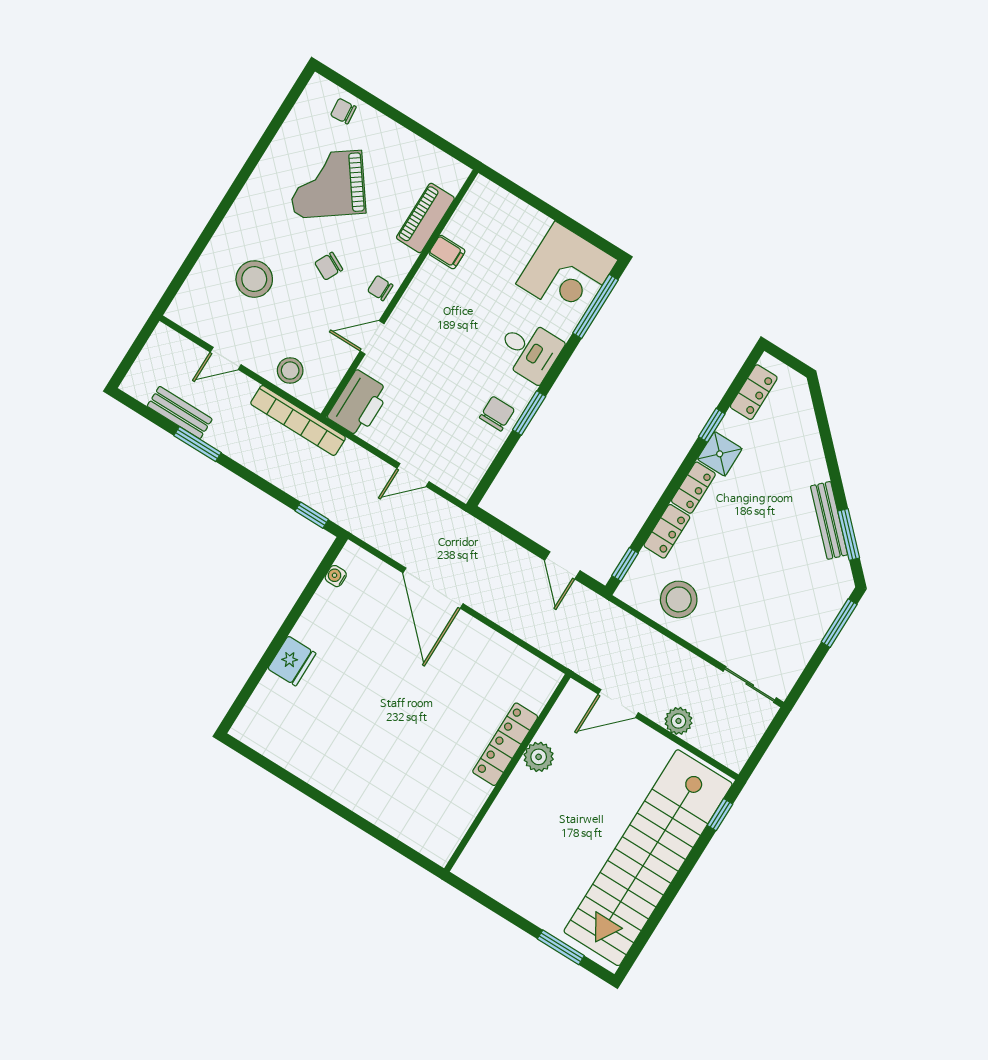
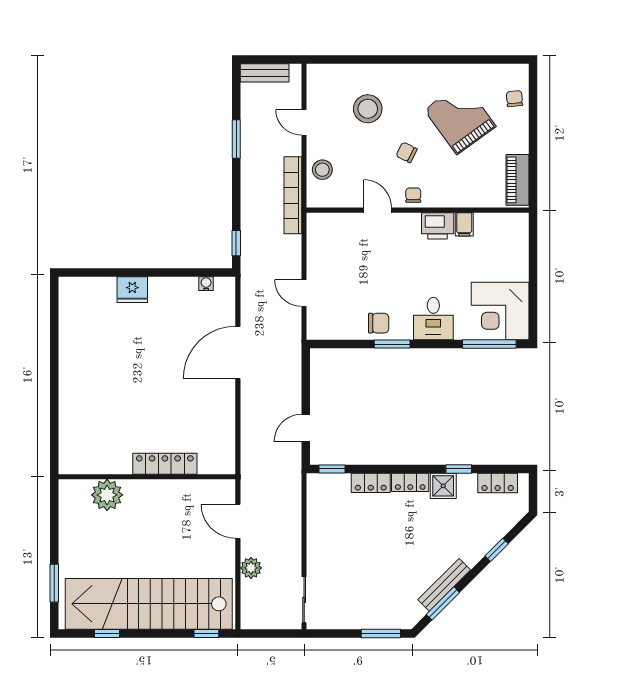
piano: (425, 218) -> (518, 180), moved, turned -90
printer: (359, 404) -> (438, 226), moved, width x0.73, depth x0.84
bench: (180, 413) -> (265, 73), moved, turned 90
window: (826, 439) -> (497, 550), added
stool: (679, 599) -> (331, 518), removed
plant: (539, 757) -> (107, 495), moved, width x1.36, depth x1.36
window: (652, 924) -> (107, 633), added

